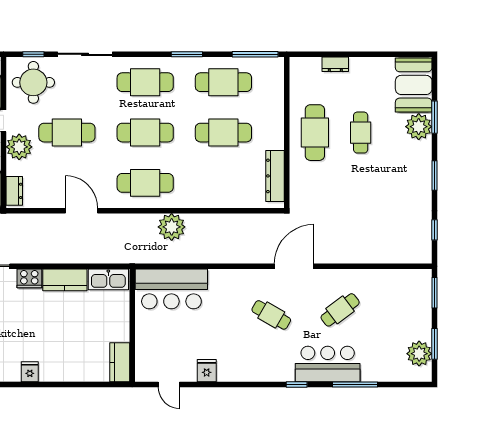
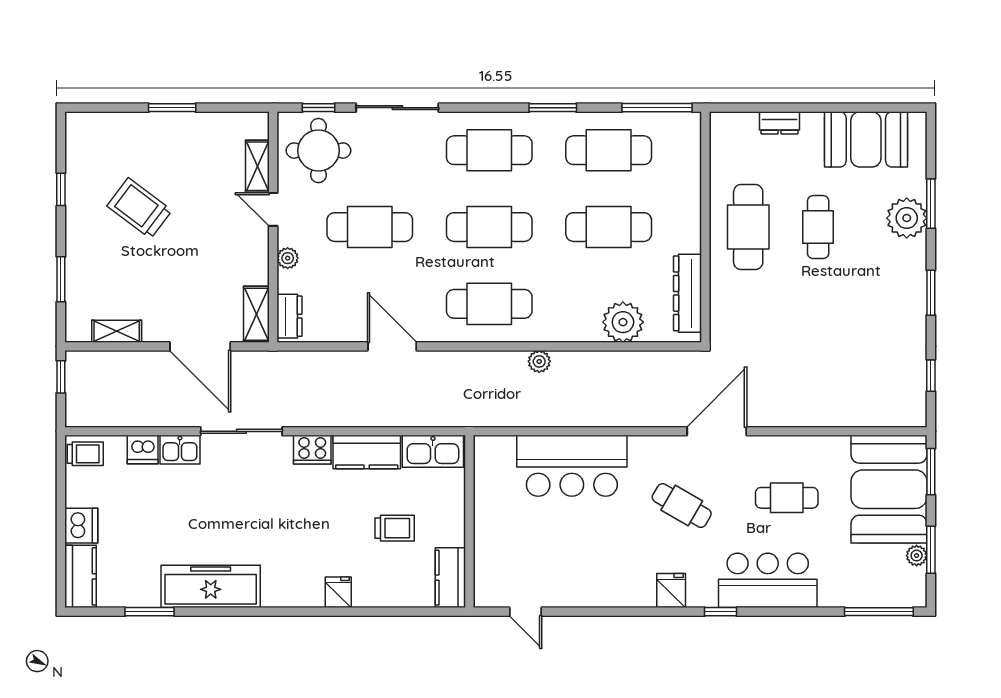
booth: (414, 85) -> (866, 139), moved, turned 90
plant: (19, 147) -> (288, 258), width x0.53, depth x0.53
plant: (233, 195) -> (623, 322), added
plant: (172, 227) -> (539, 361), width x0.53, depth x0.53
bar counter: (171, 289) -> (572, 466), moved
booth: (407, 304) -> (889, 489), added
cafe table: (340, 310) -> (787, 498), turned 37
trolley: (83, 330) -> (395, 528), added
plant: (419, 354) -> (917, 556), width x0.53, depth x0.53
fridge: (207, 371) -> (671, 591), moved
fridge: (30, 372) -> (338, 592), moved
window: (355, 384) -> (879, 612), moved

